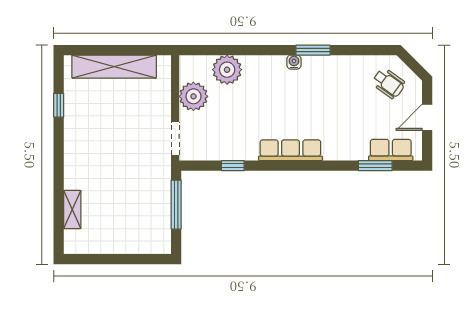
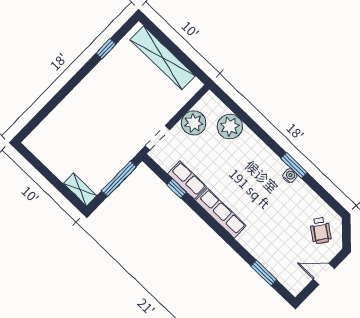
water cooler: (294, 62) -> (290, 176), moved
row of seats: (391, 150) -> (187, 180), moved
shelving: (72, 210) -> (80, 190), moved, turned 90

